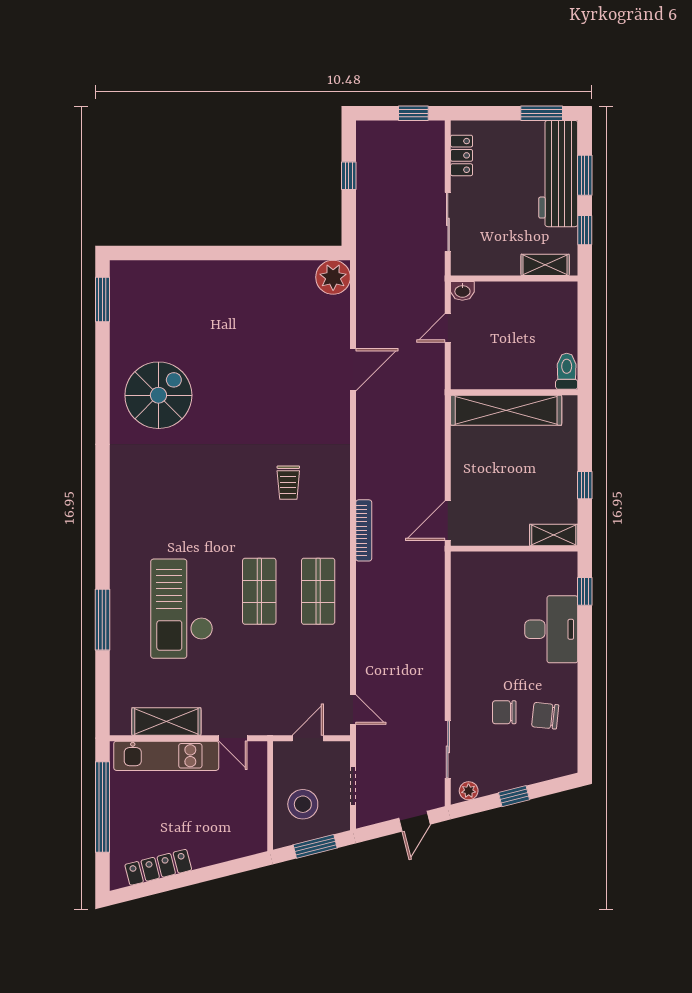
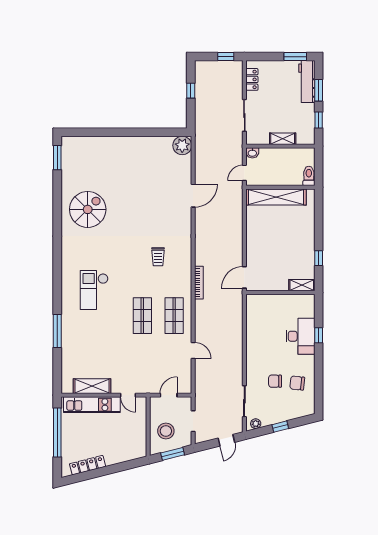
workbench: (558, 174) -> (307, 82), width x0.73, depth x0.76
shelving: (545, 265) -> (283, 139), moved
toilet: (567, 371) -> (309, 176), moved
wall: (514, 392) -> (280, 187), moved
shelving: (506, 410) -> (276, 197), moved
window: (585, 591) -> (319, 335), moved
checkout: (182, 609) -> (94, 290), moved, width x0.73, depth x0.83
door: (353, 709) -> (193, 350), moved

